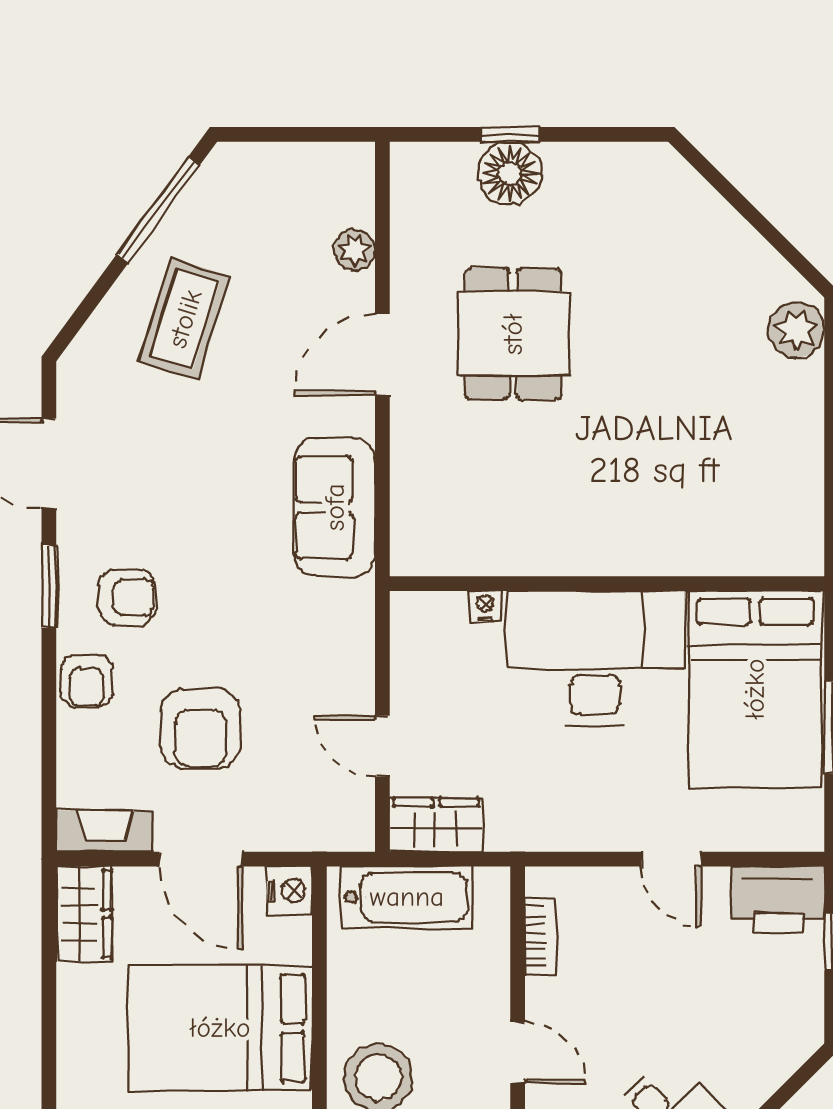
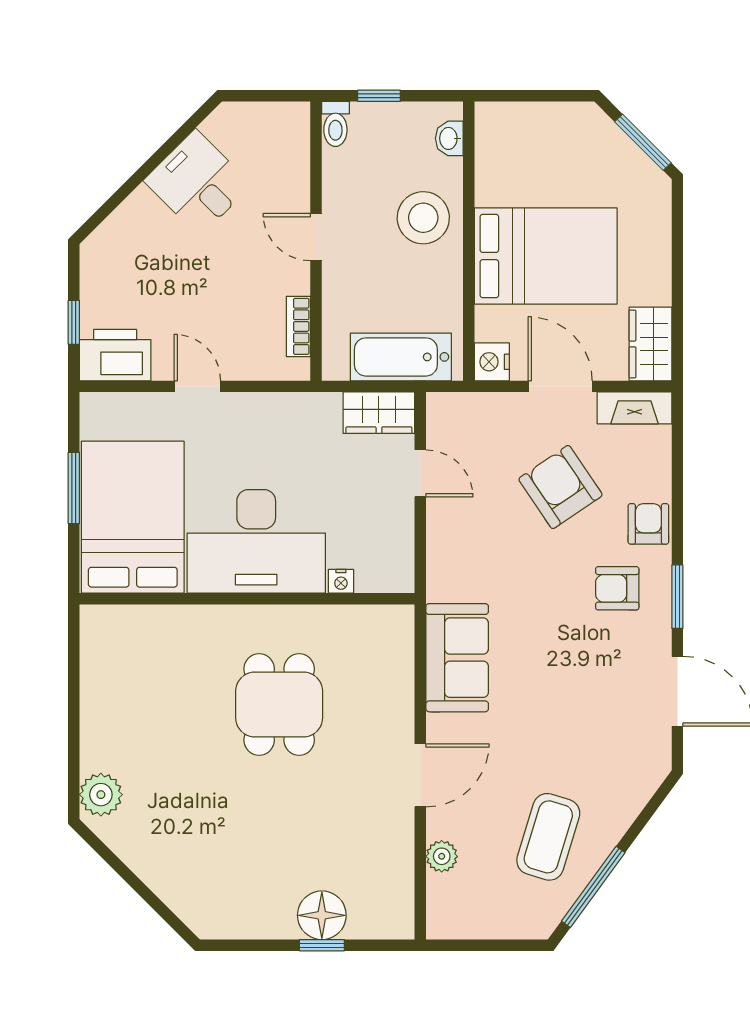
coffee table: (185, 319) -> (548, 837), moved
dining table: (513, 334) -> (279, 704), moved
armchair: (201, 728) -> (560, 487), turned -34

